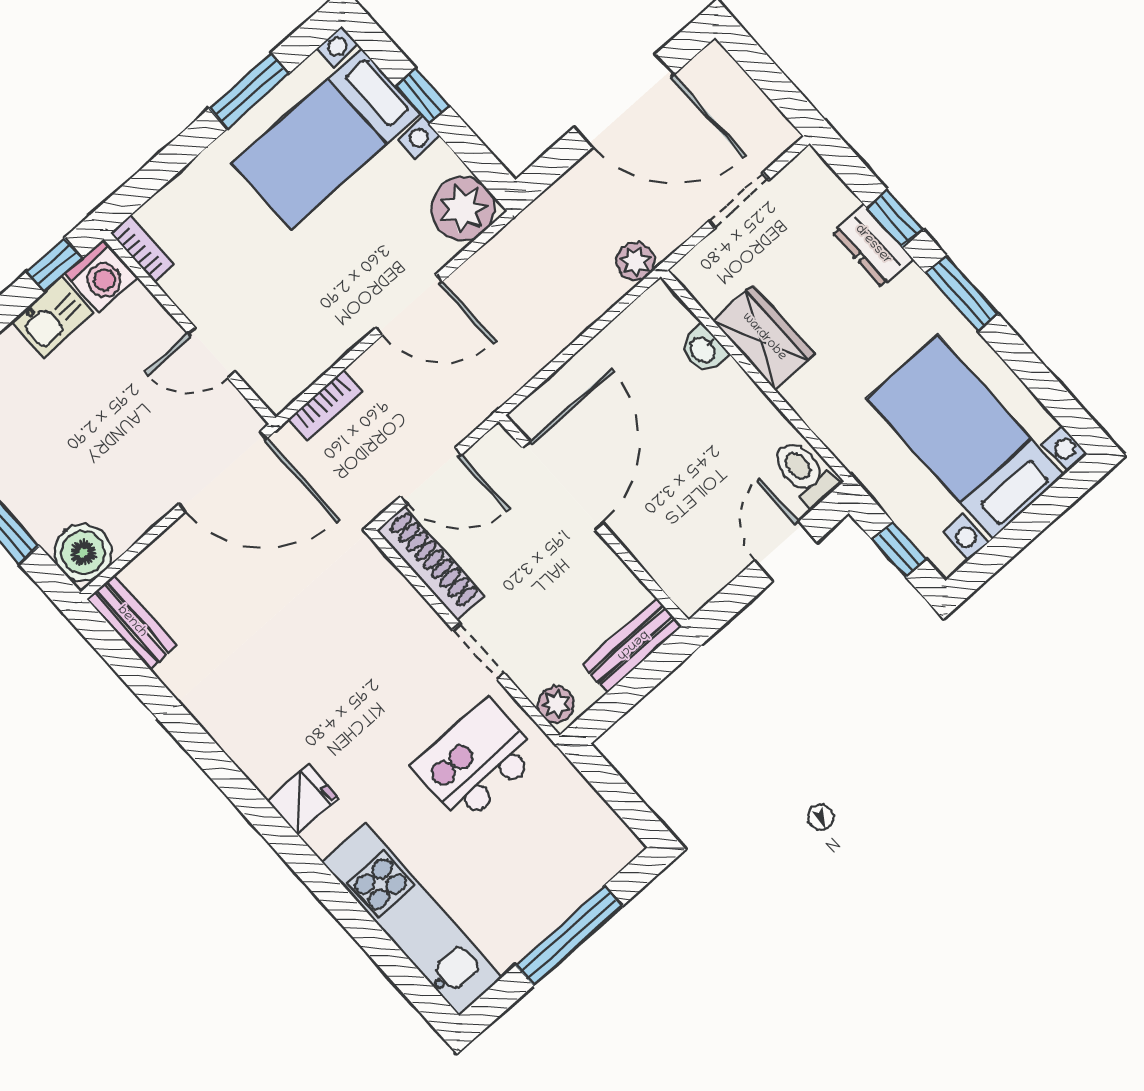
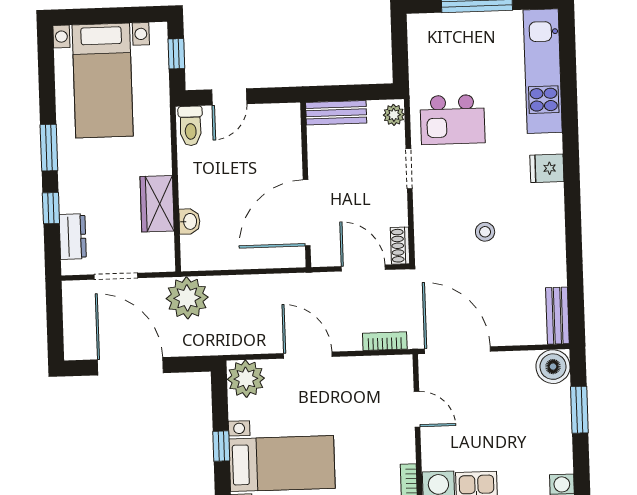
dresser: (873, 245) -> (73, 237), moved
plant: (635, 261) -> (187, 298), width x1.88, depth x1.88
shoe rack: (430, 563) -> (400, 246), width x0.51, depth x0.81
stool: (314, 652) -> (485, 232), added

